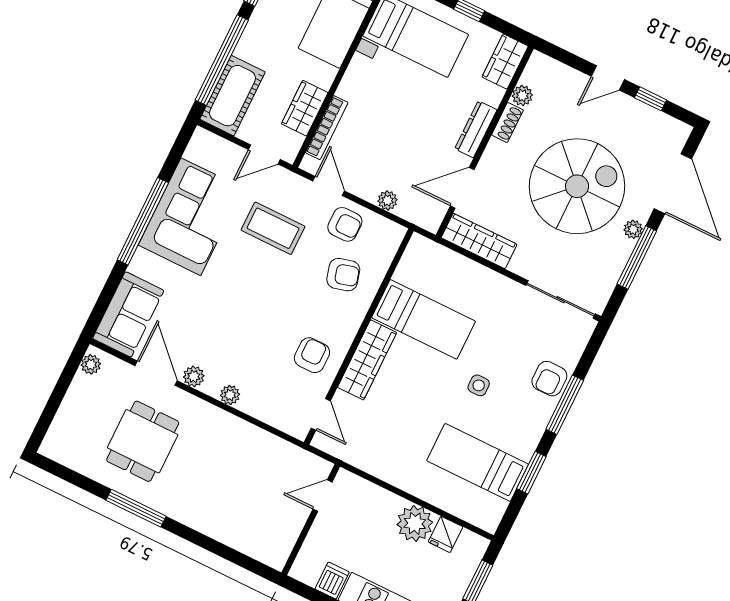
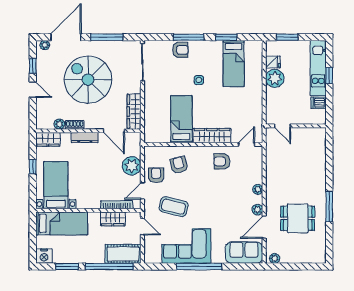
plant: (387, 200) -> (132, 166), width x1.88, depth x1.88
coffee table: (273, 228) -> (174, 207), turned -76
plant: (633, 229) -> (45, 45), moved

